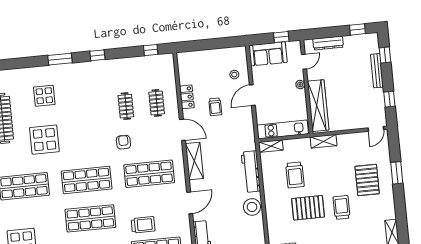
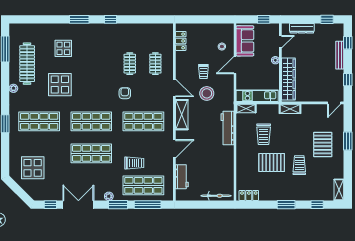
window: (151, 50) -> (155, 19), removed
sofa: (268, 54) -> (245, 41), moved, turned -90
locker: (187, 97) -> (181, 41), moved
stool: (252, 207) -> (207, 93), moved

